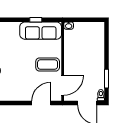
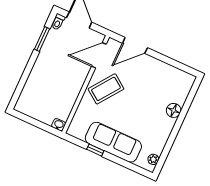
sofa: (41, 31) -> (113, 142), moved
coffee table: (48, 64) -> (106, 89), turned -54

